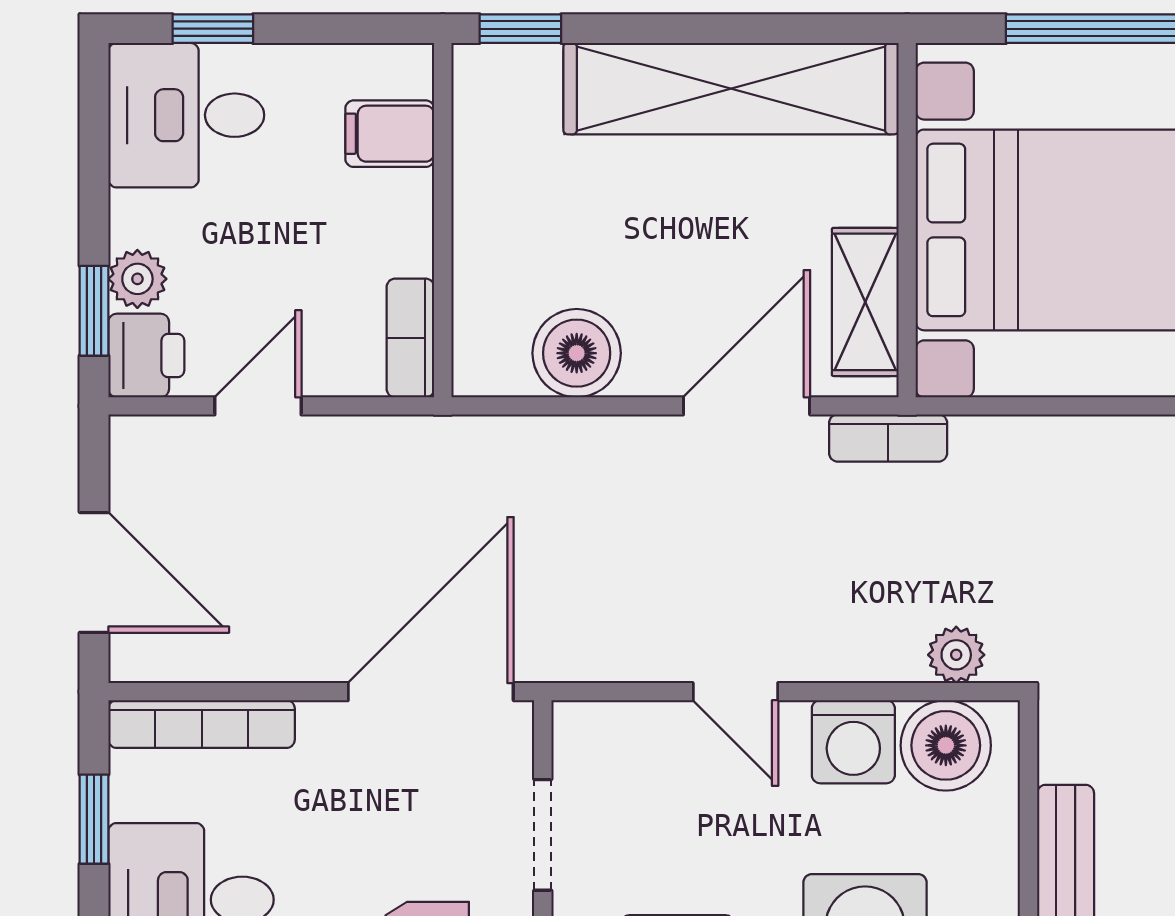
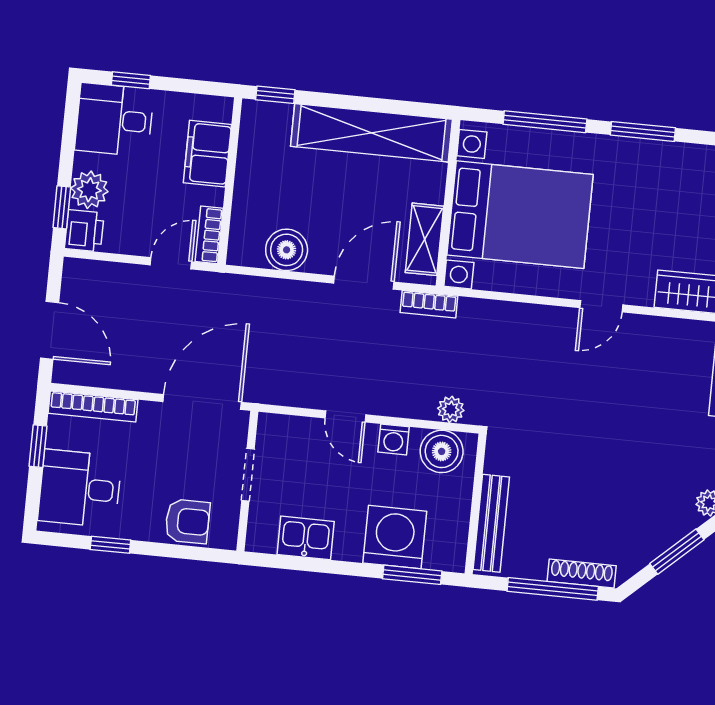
filing cabinet: (390, 134) -> (207, 154), width x2.00
plant: (137, 279) -> (89, 190), width x1.38, depth x1.38
door: (258, 406) -> (171, 263), moved
washing machine: (853, 742) -> (394, 439), width x0.73, depth x0.73

